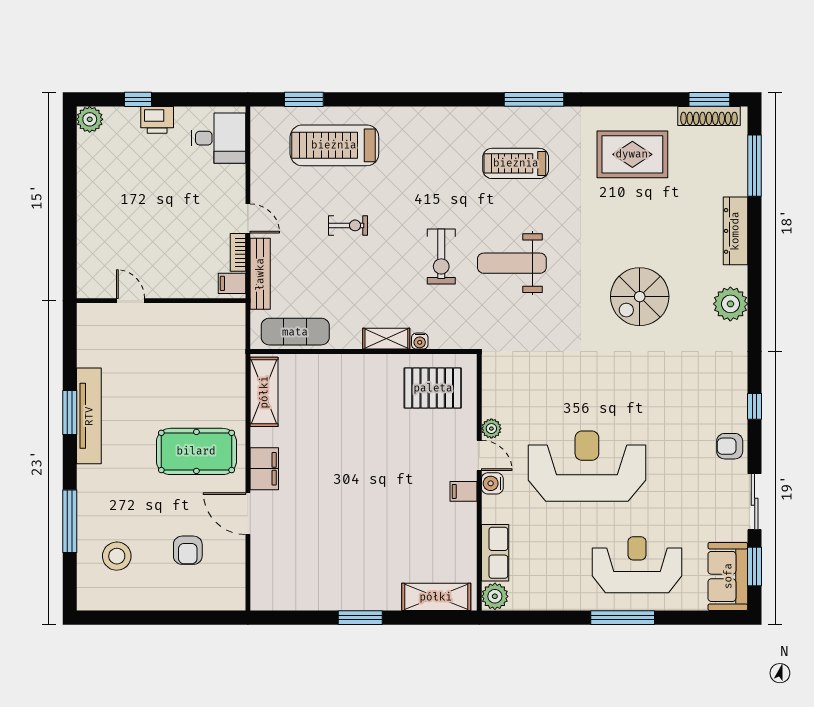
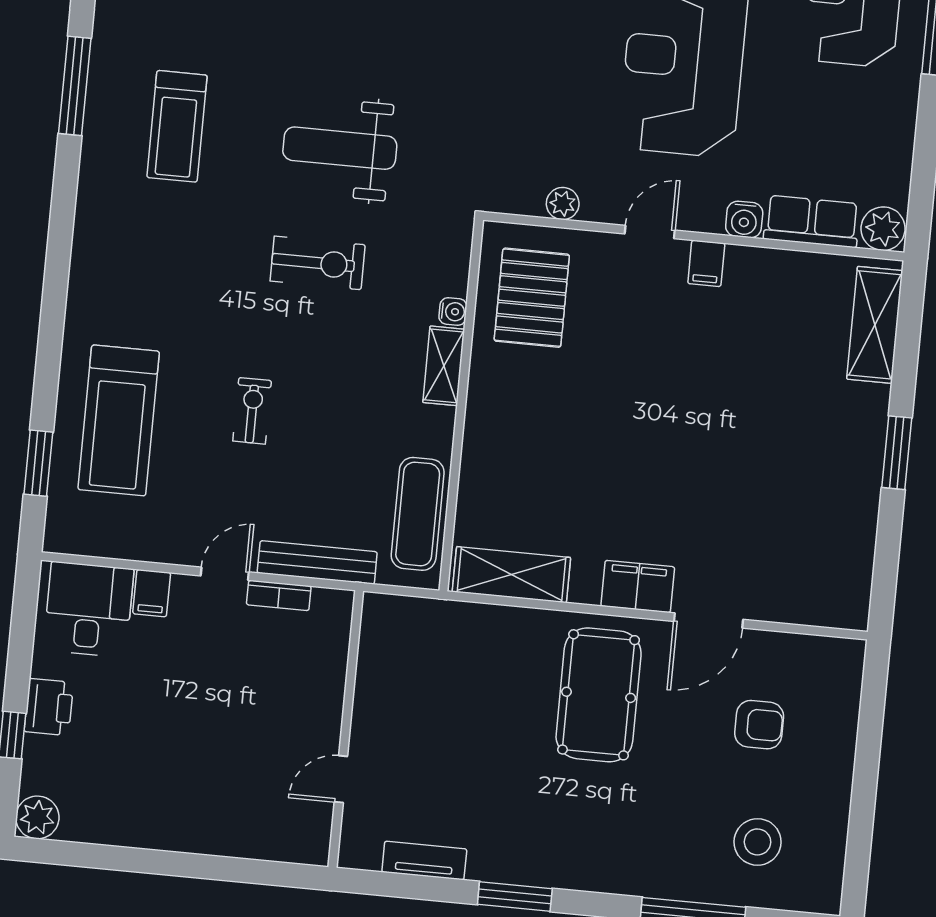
weight bench: (512, 263) -> (340, 148), turned 90
filing cabinet: (232, 283) -> (152, 593), moved
tv unit: (89, 416) -> (424, 860), moved, width x0.52, depth x0.78
plant: (491, 429) -> (563, 204), moved
water cooler: (492, 483) -> (744, 219), moved

